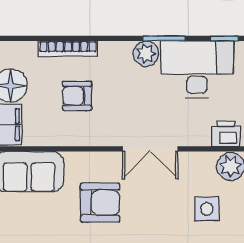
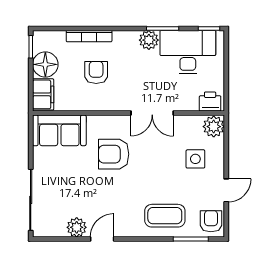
armchair: (77, 96) -> (96, 72), turned 90
armchair: (100, 203) -> (114, 154), turned 180

